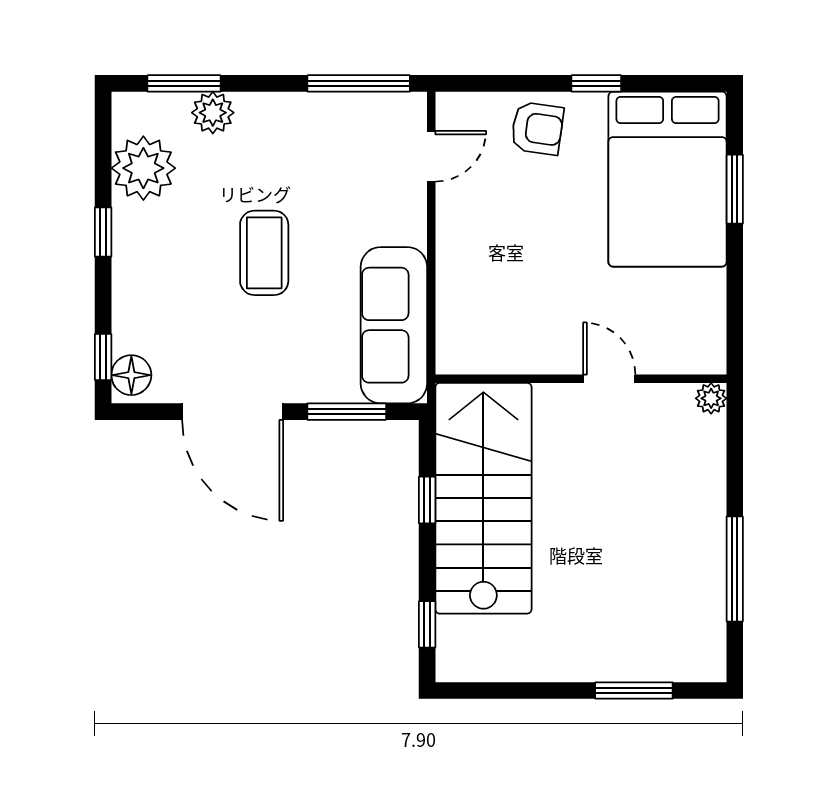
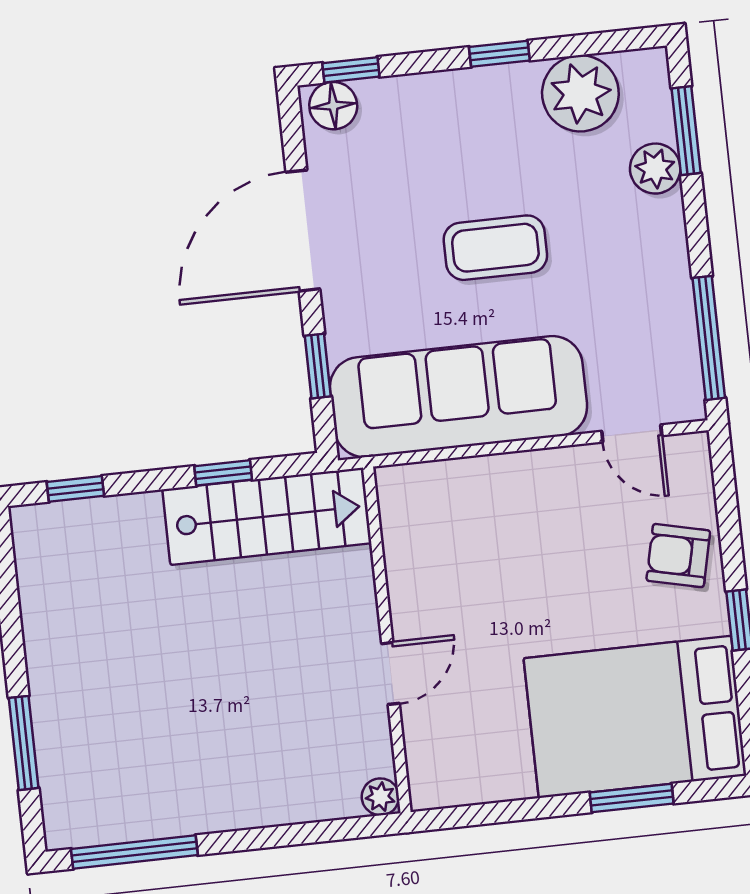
armchair: (537, 128) -> (678, 556), turned 95
sofa: (394, 325) -> (459, 397), width x1.36, depth x1.27
window: (347, 412) -> (318, 366), width x0.67
stairs: (483, 498) -> (267, 516), width x0.73, depth x0.66
window: (735, 569) -> (134, 852), moved

